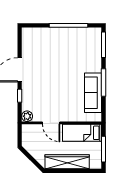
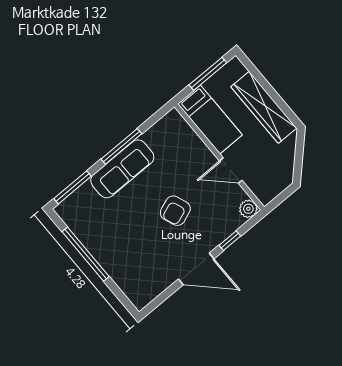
armchair: (54, 82) -> (175, 211), added
sofa: (93, 93) -> (122, 169), moved
door: (51, 123) -> (231, 171), swing flipped

